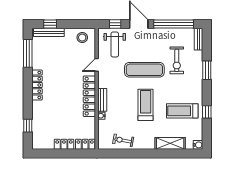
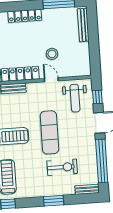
window: (50, 24) -> (93, 26), removed
stool: (82, 38) -> (52, 54), moved
weight bench: (115, 44) -> (75, 98), turned -90
exercise bike: (177, 60) -> (62, 167), turned 180

